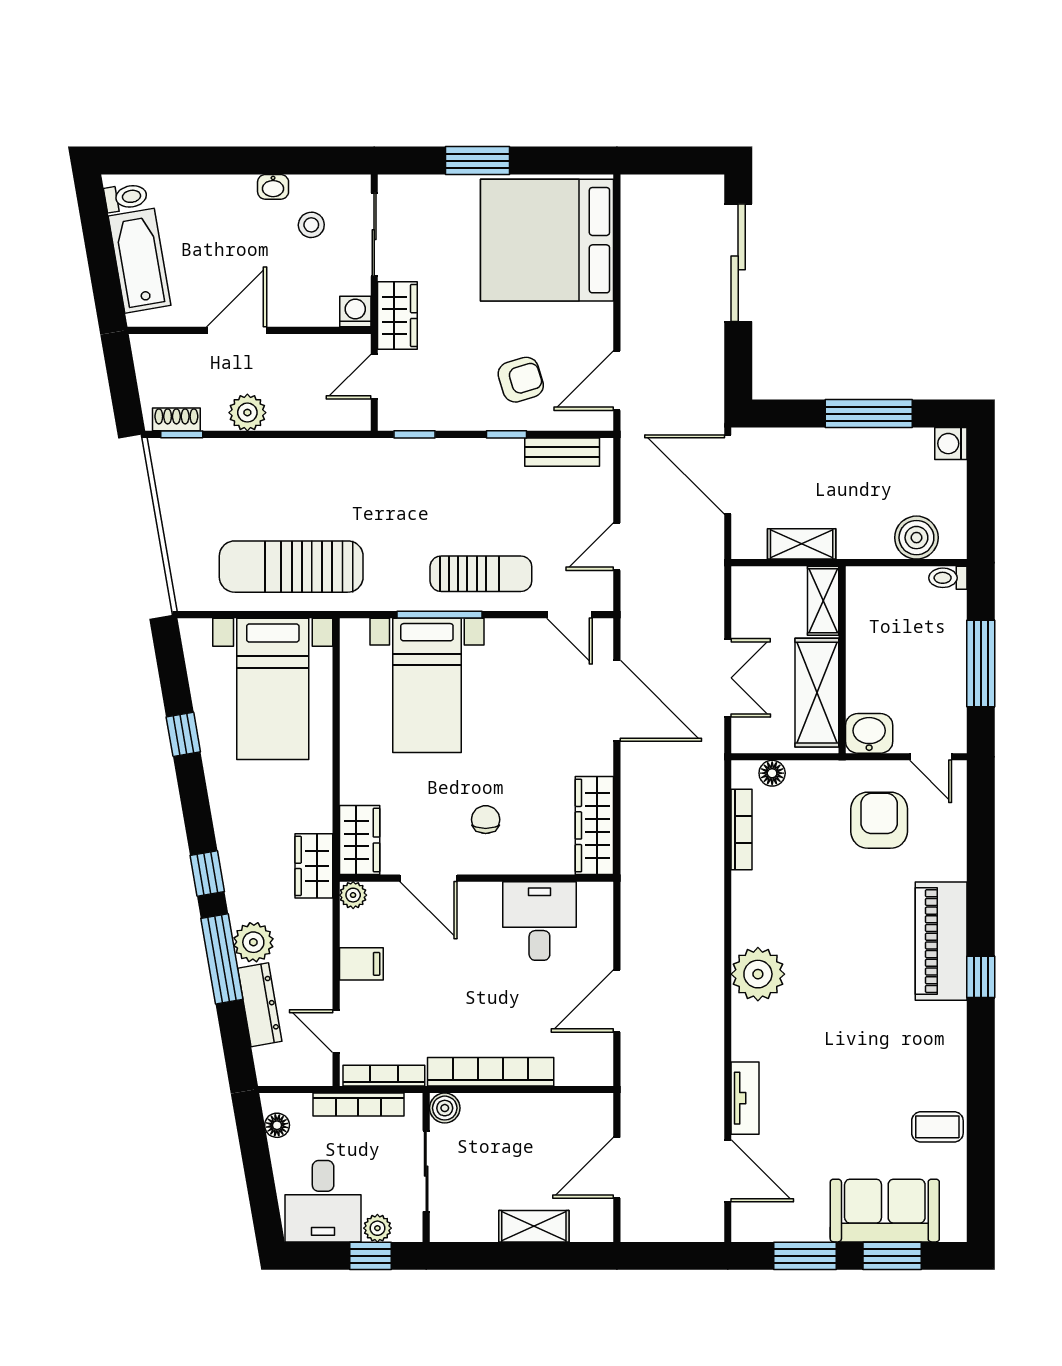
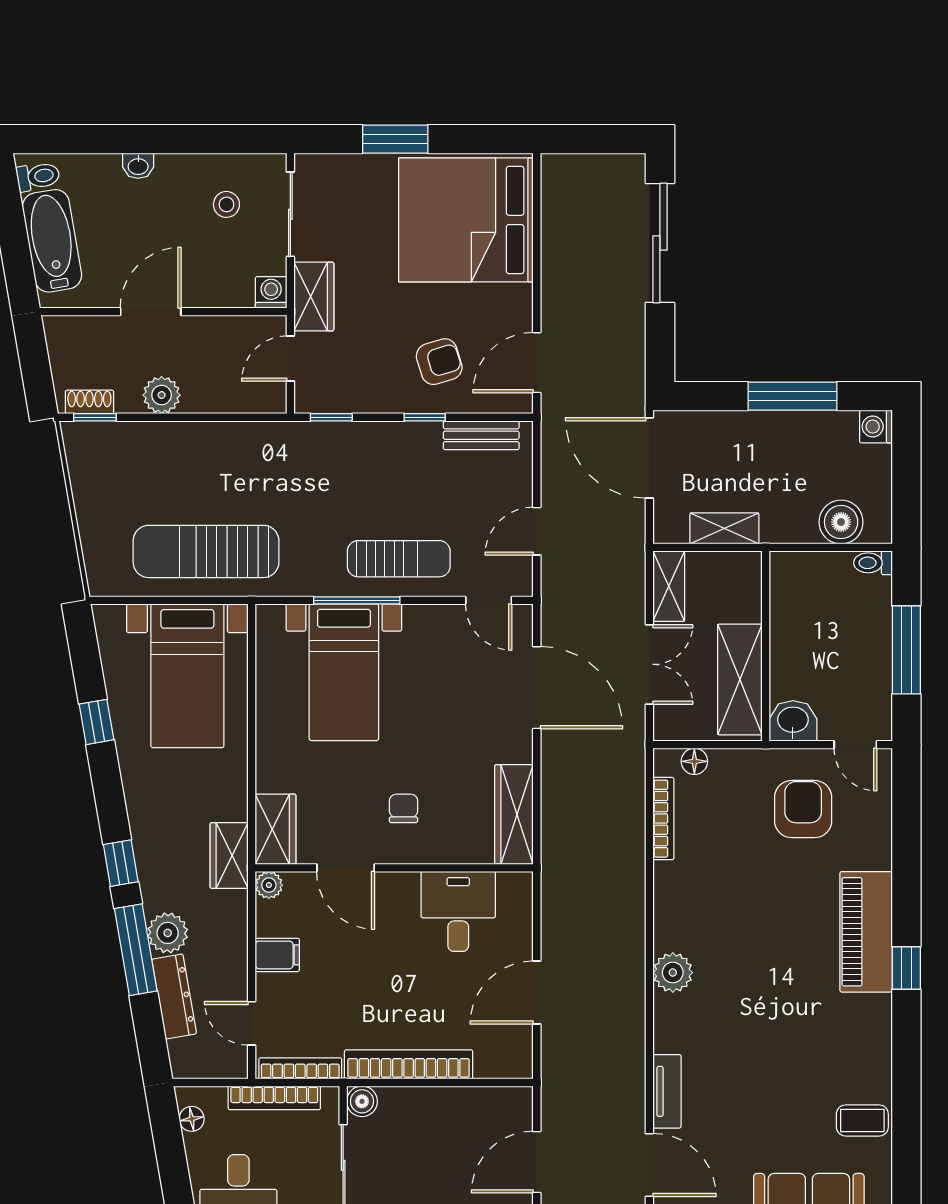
washbasin: (273, 187) -> (138, 166), moved
shelving: (823, 601) -> (669, 586), moved
plant: (758, 974) -> (673, 973), width x0.73, depth x0.73

